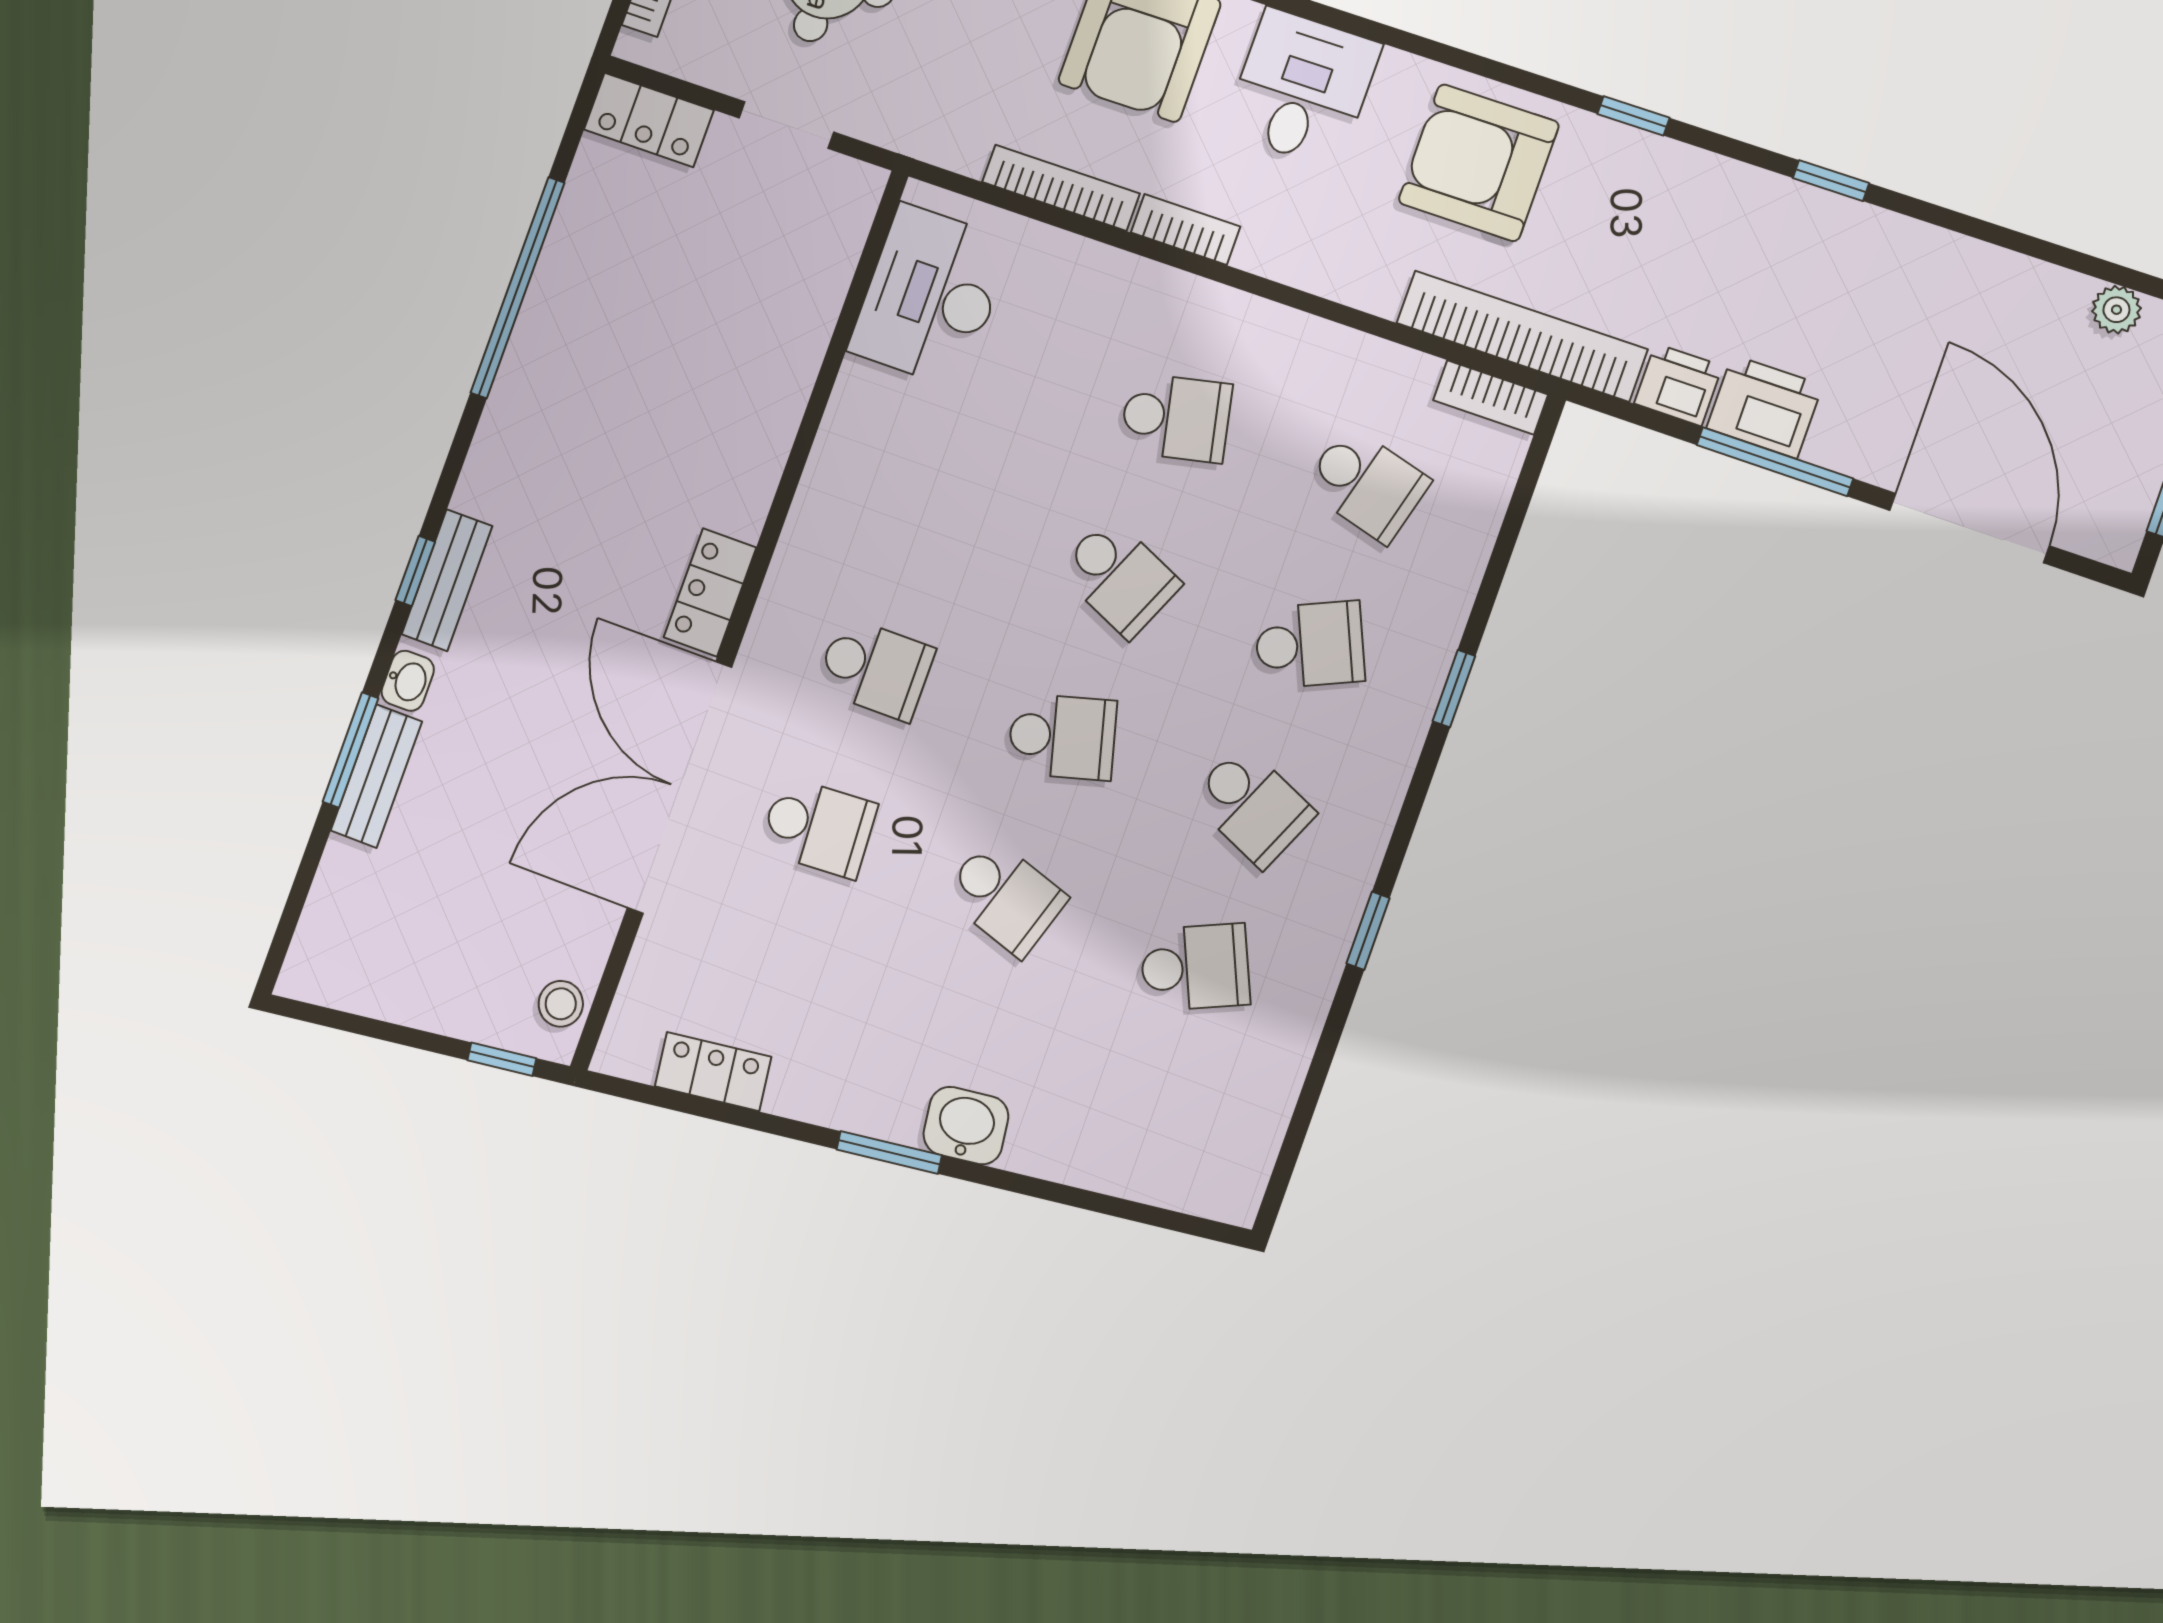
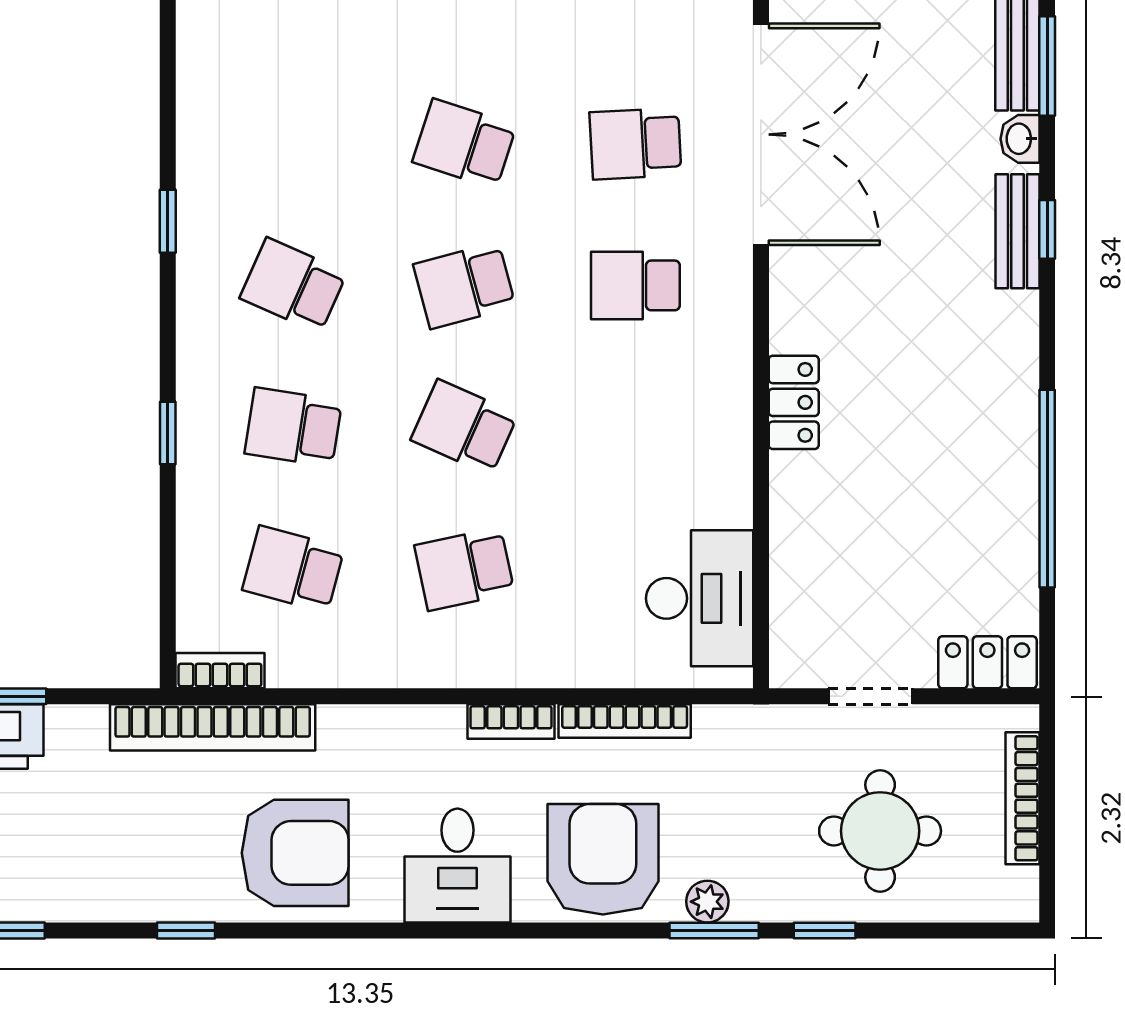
printer: (1678, 385) -> (77, 731), removed
locker: (710, 592) -> (794, 402), moved
school desk: (1310, 645) -> (293, 427), turned 33
school desk: (1195, 967) -> (293, 144), removed

